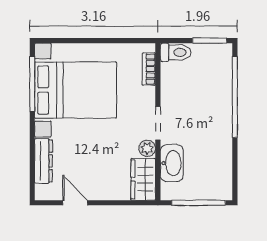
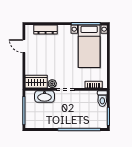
bed with nightstands: (76, 90) -> (89, 46), width x0.73
door: (75, 203) -> (24, 46), swing flipped

